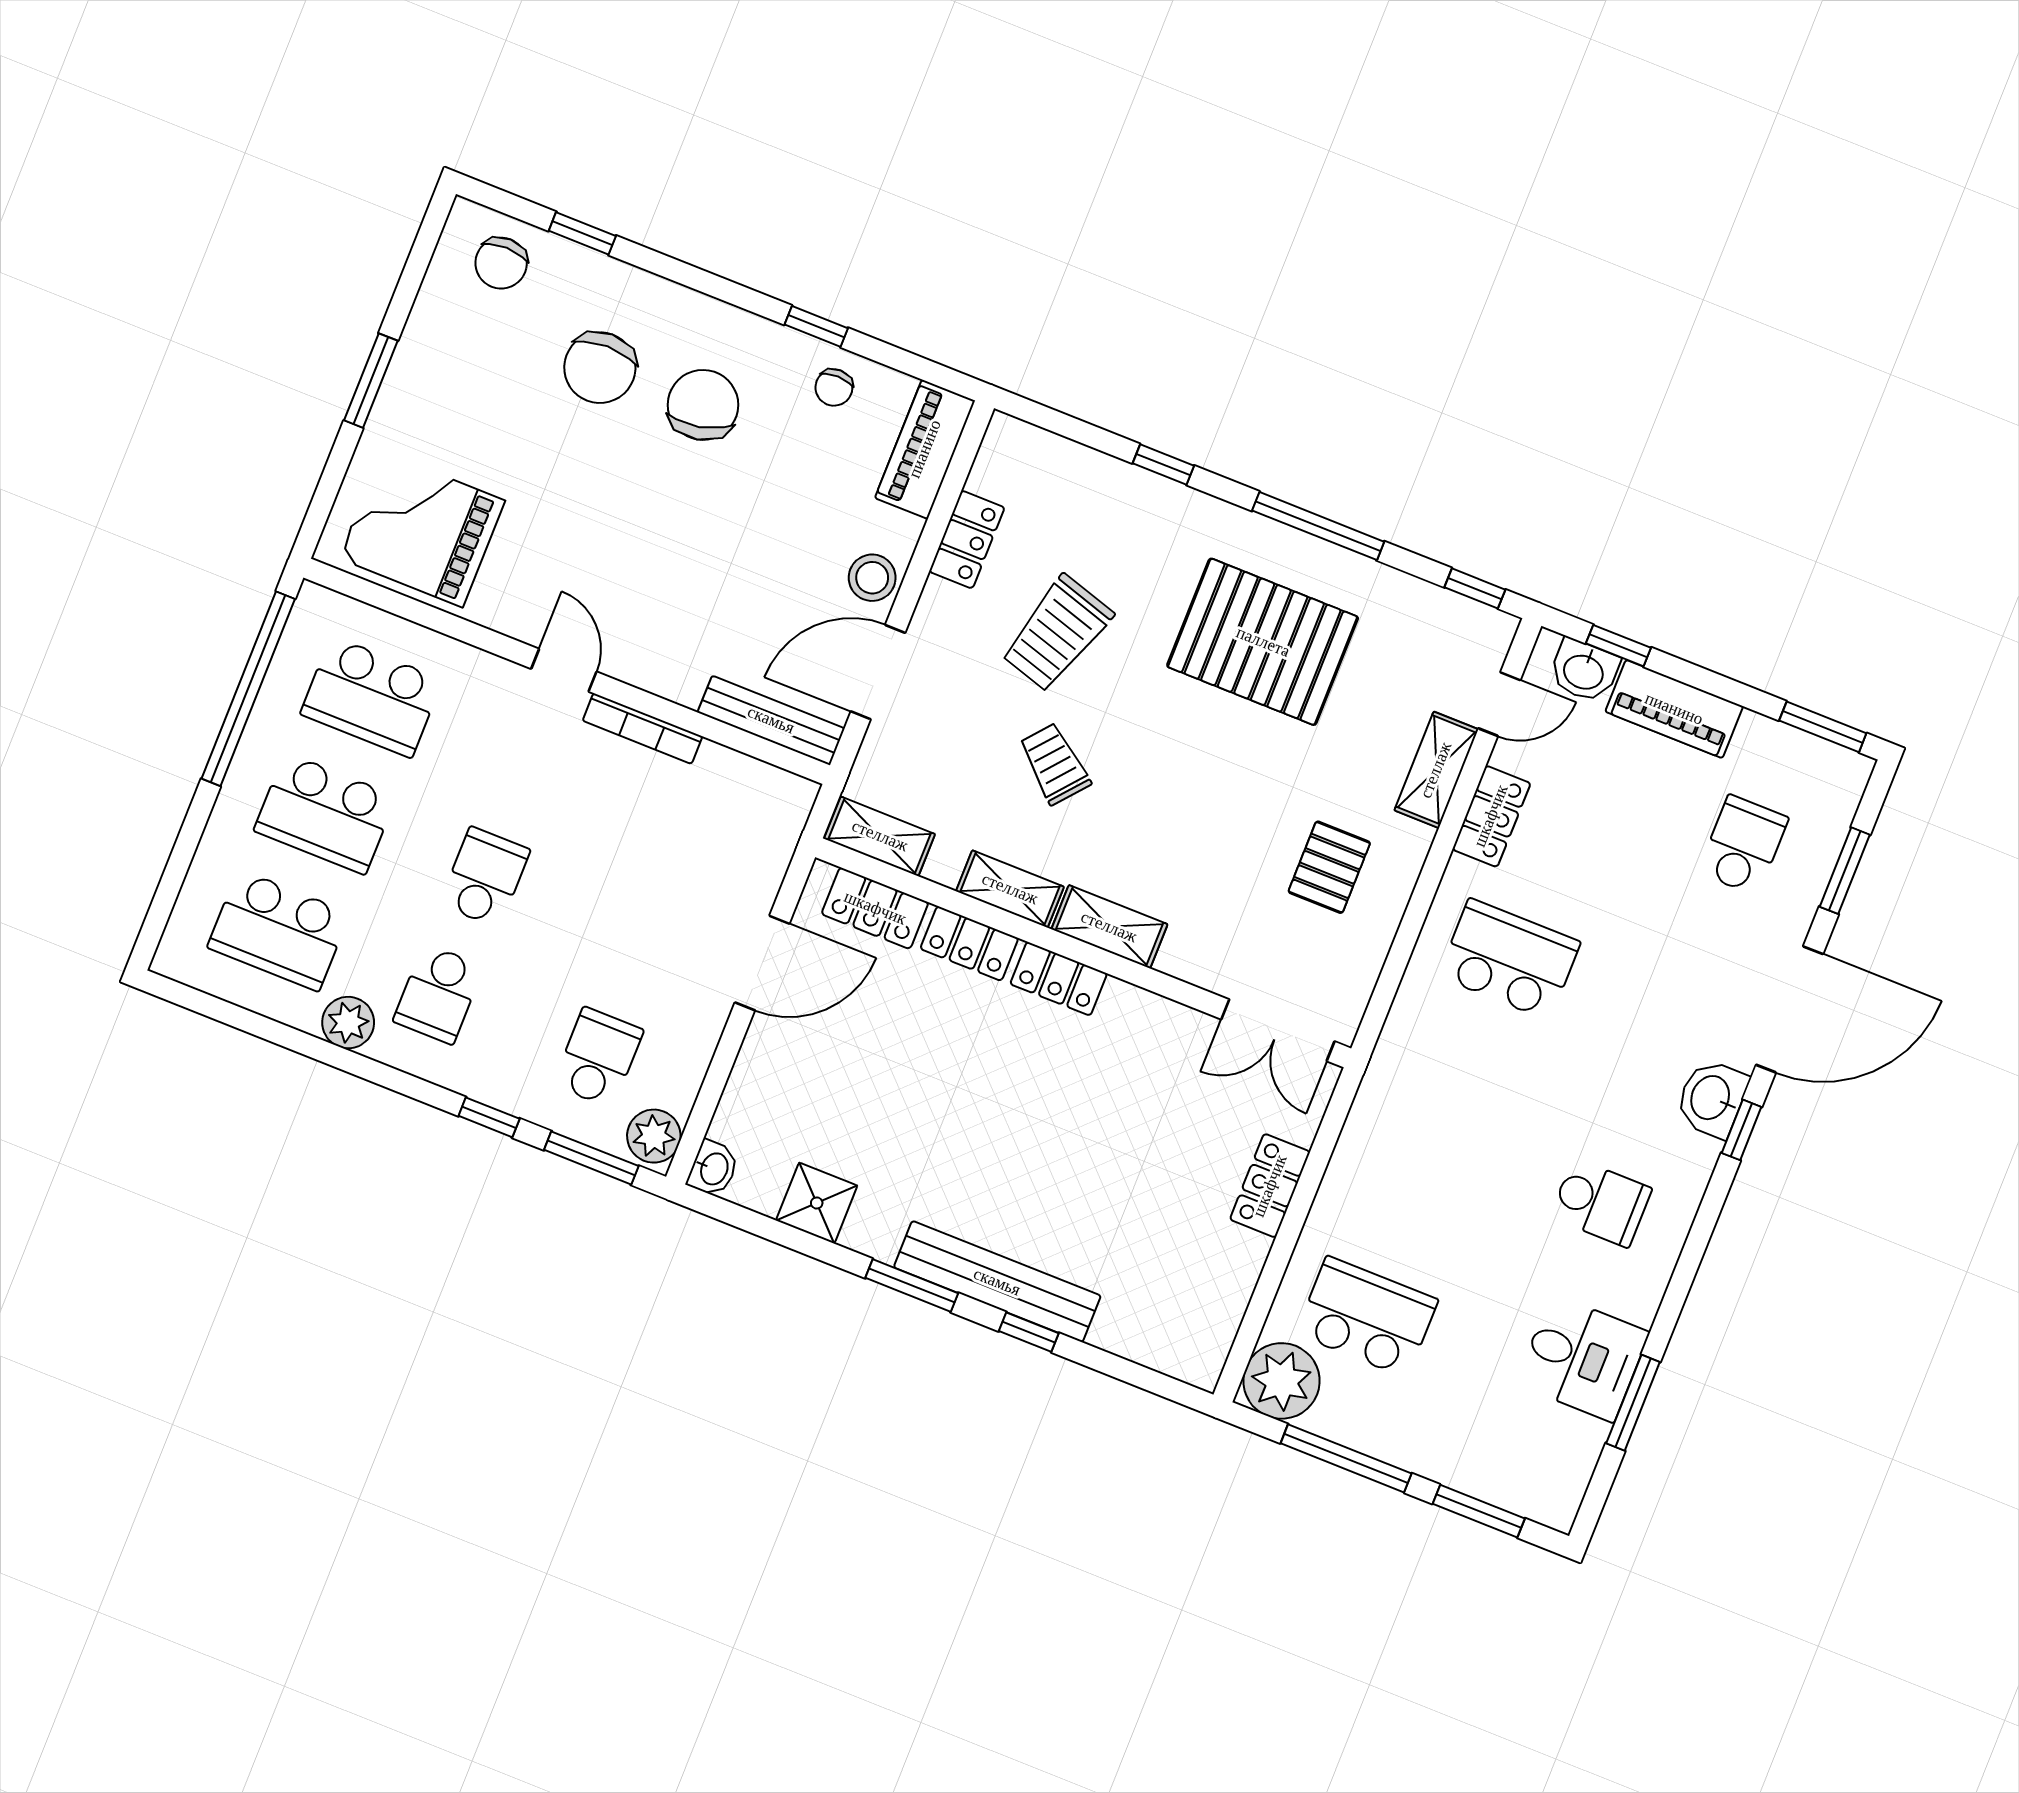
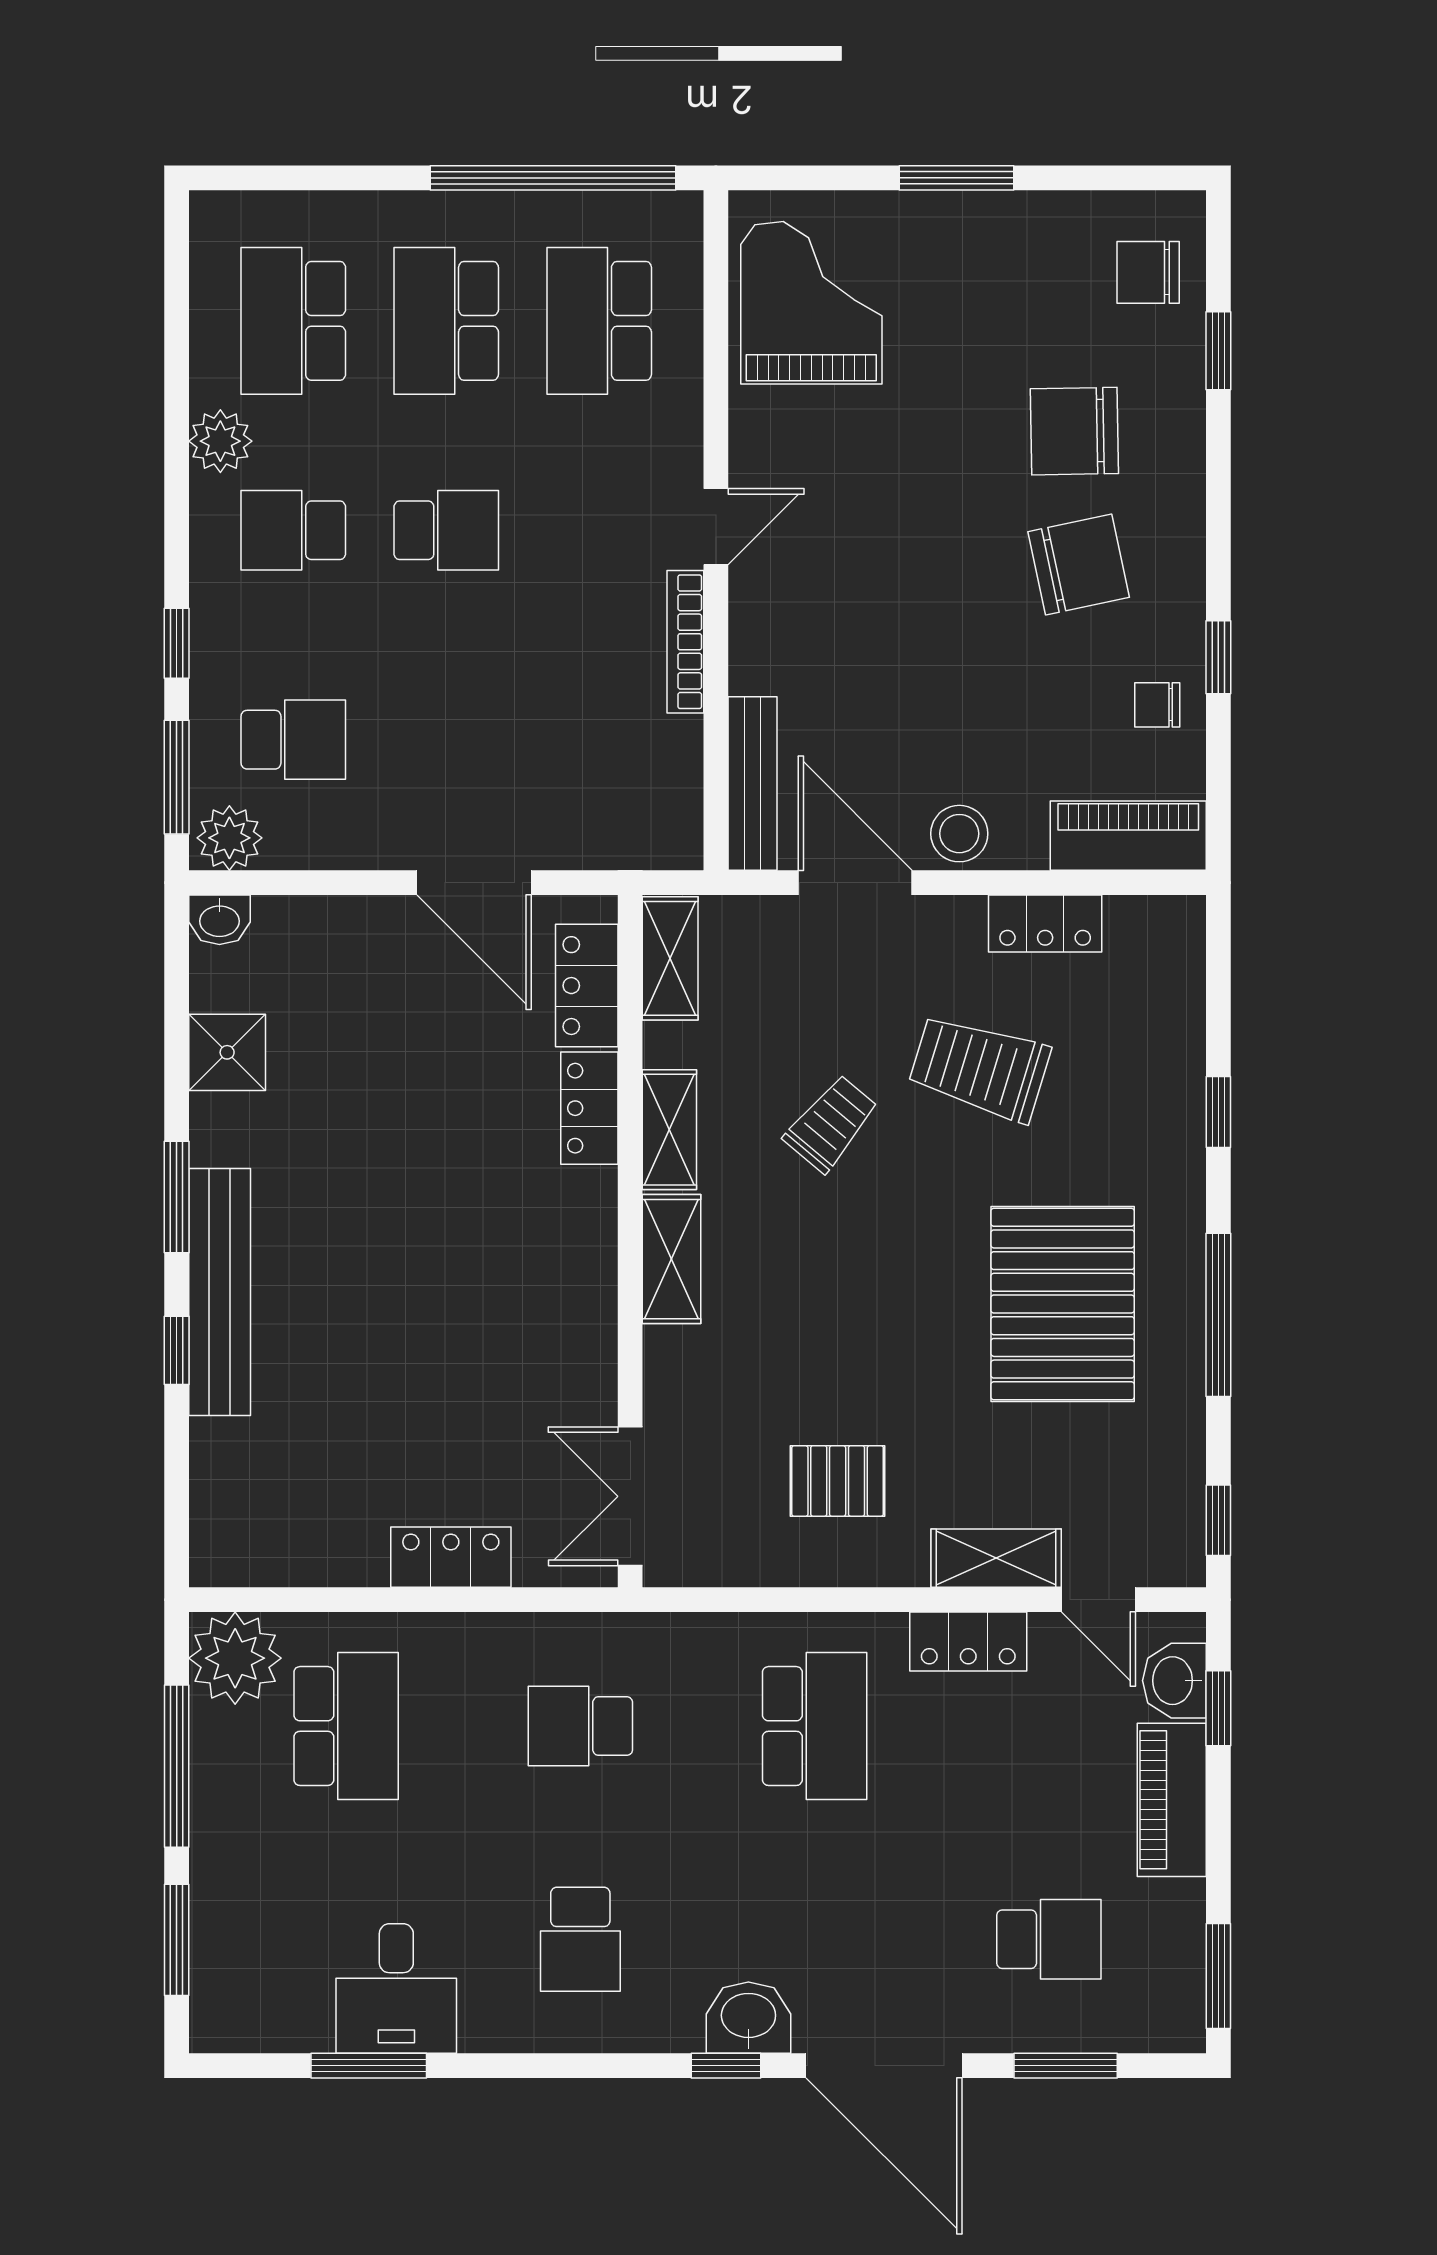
locker: (1059, 979) -> (590, 1225), removed
school desk: (1438, 1138) -> (580, 1726), added

